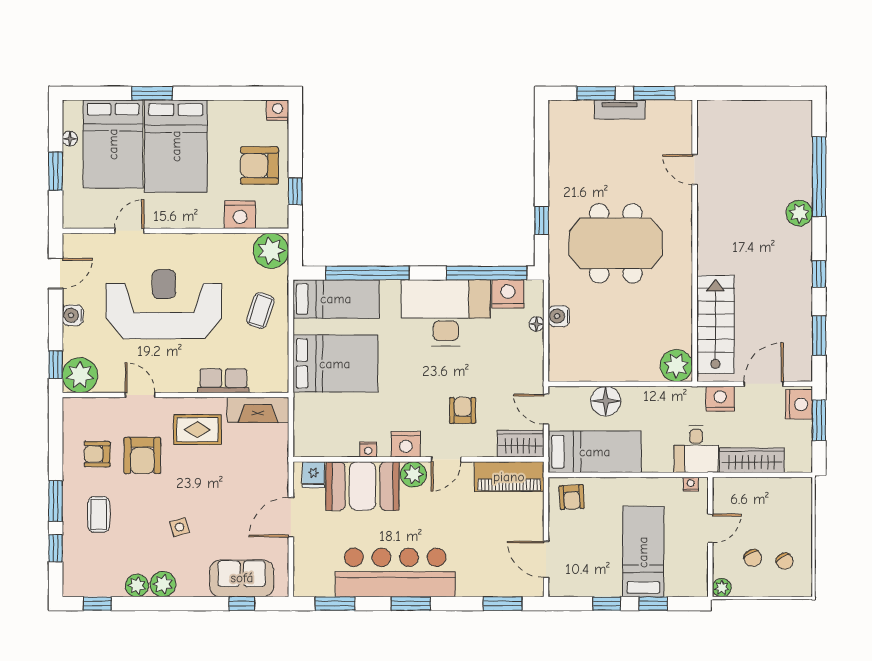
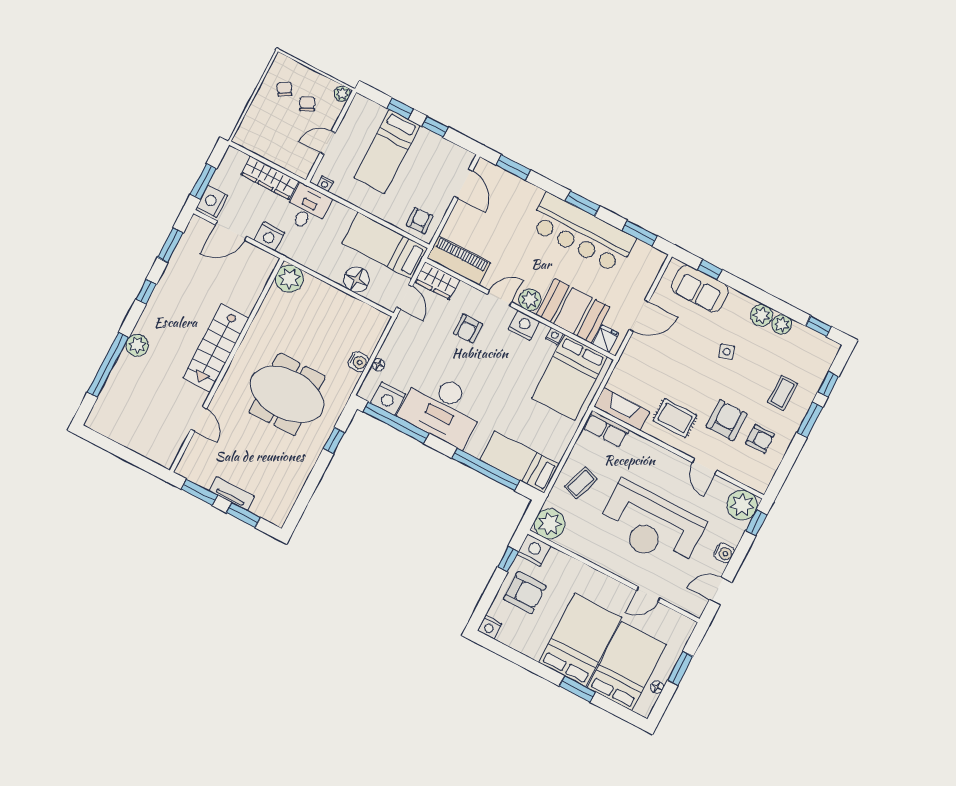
nightstand: (240, 215) -> (534, 550), moved
stairs: (715, 325) -> (216, 348), moved
bed: (335, 364) -> (570, 377), moved, turned -90
row of seats: (223, 381) -> (606, 429), moved

